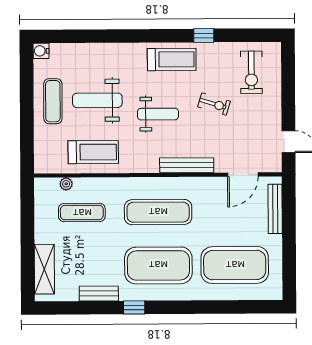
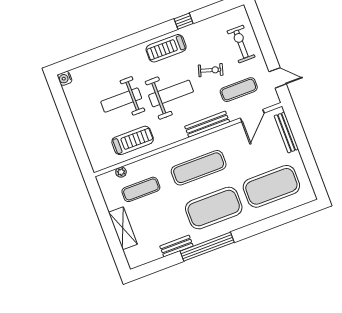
treadmill: (172, 59) -> (166, 48), turned 180
exercise bike: (251, 72) -> (241, 44), moved, turned 180
exercise mat: (53, 101) -> (239, 90), moved, turned 90
weight bench: (158, 114) -> (171, 93), width x1.36, depth x1.33
shelving: (44, 269) -> (123, 228), moved
window: (134, 307) -> (207, 247), width x3.17

